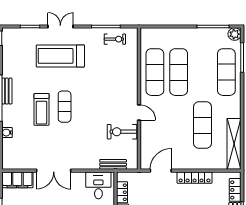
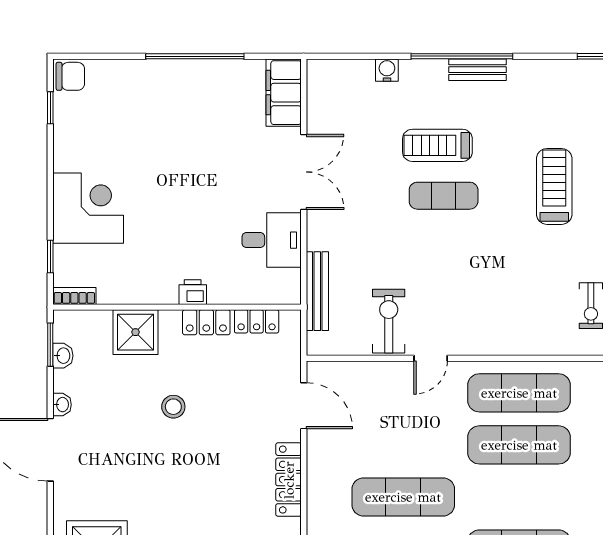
treadmill: (60, 56) -> (554, 186), width x0.73, depth x0.73
bench: (113, 164) -> (317, 291), width x1.36
double door: (54, 171) -> (304, 172), swing flipped
desk: (98, 185) -> (272, 240), moved

